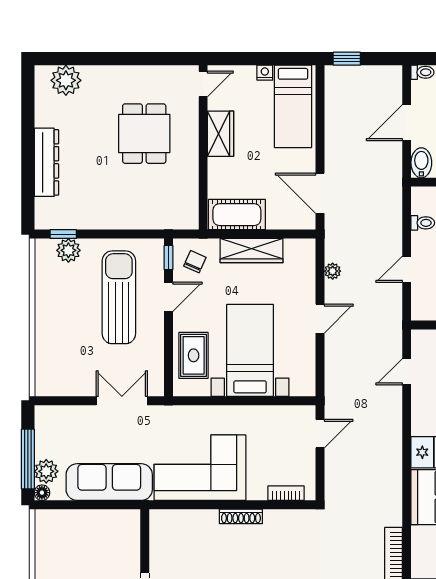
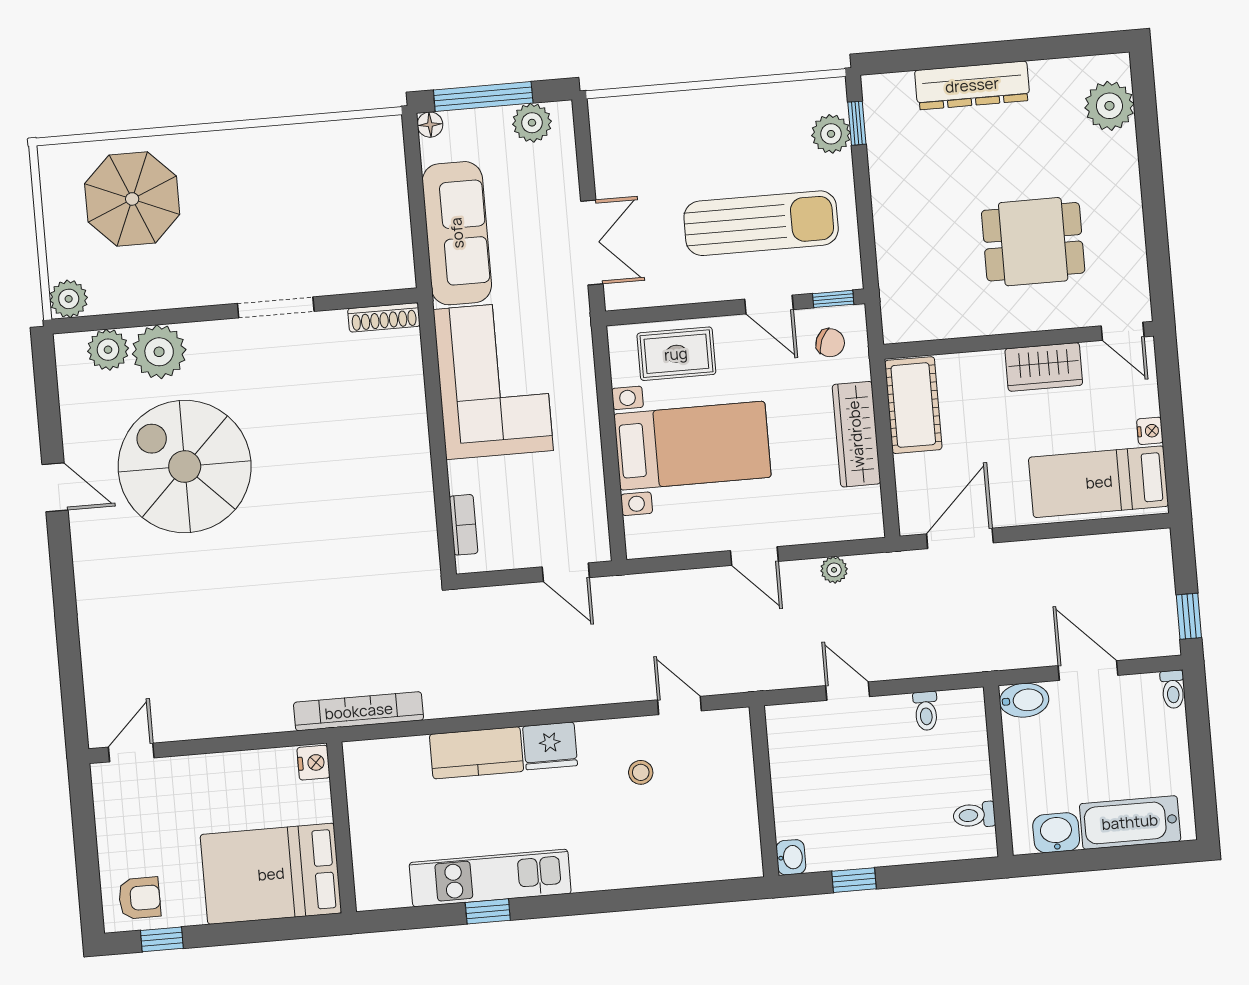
window: (347, 59) -> (1189, 616), moved
plant: (46, 471) -> (532, 123), moved
shoe rack: (241, 516) -> (384, 317), moved, turned -90

